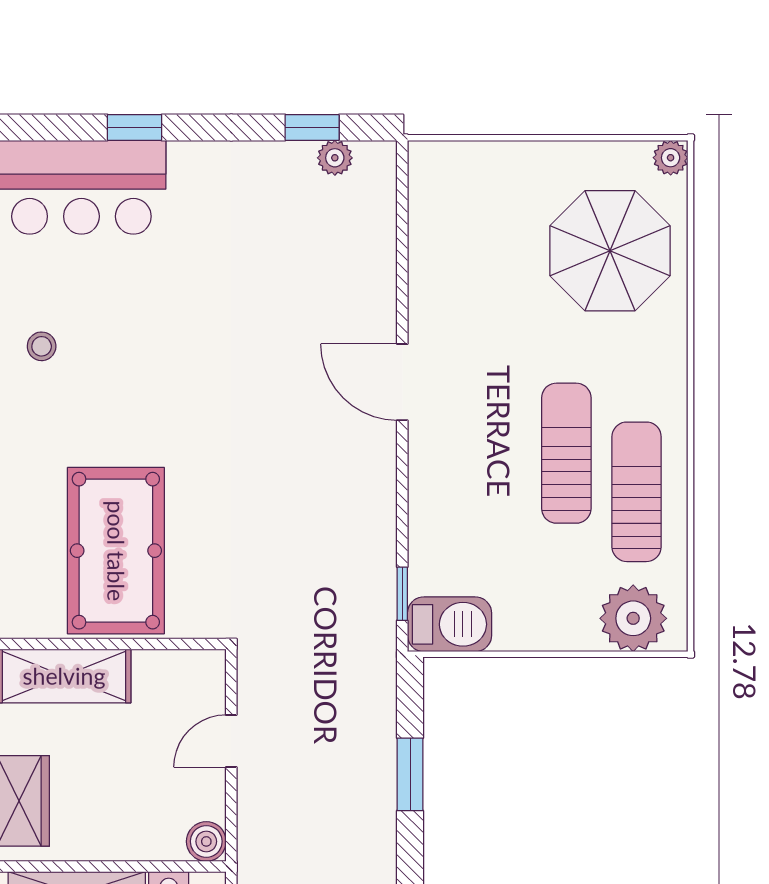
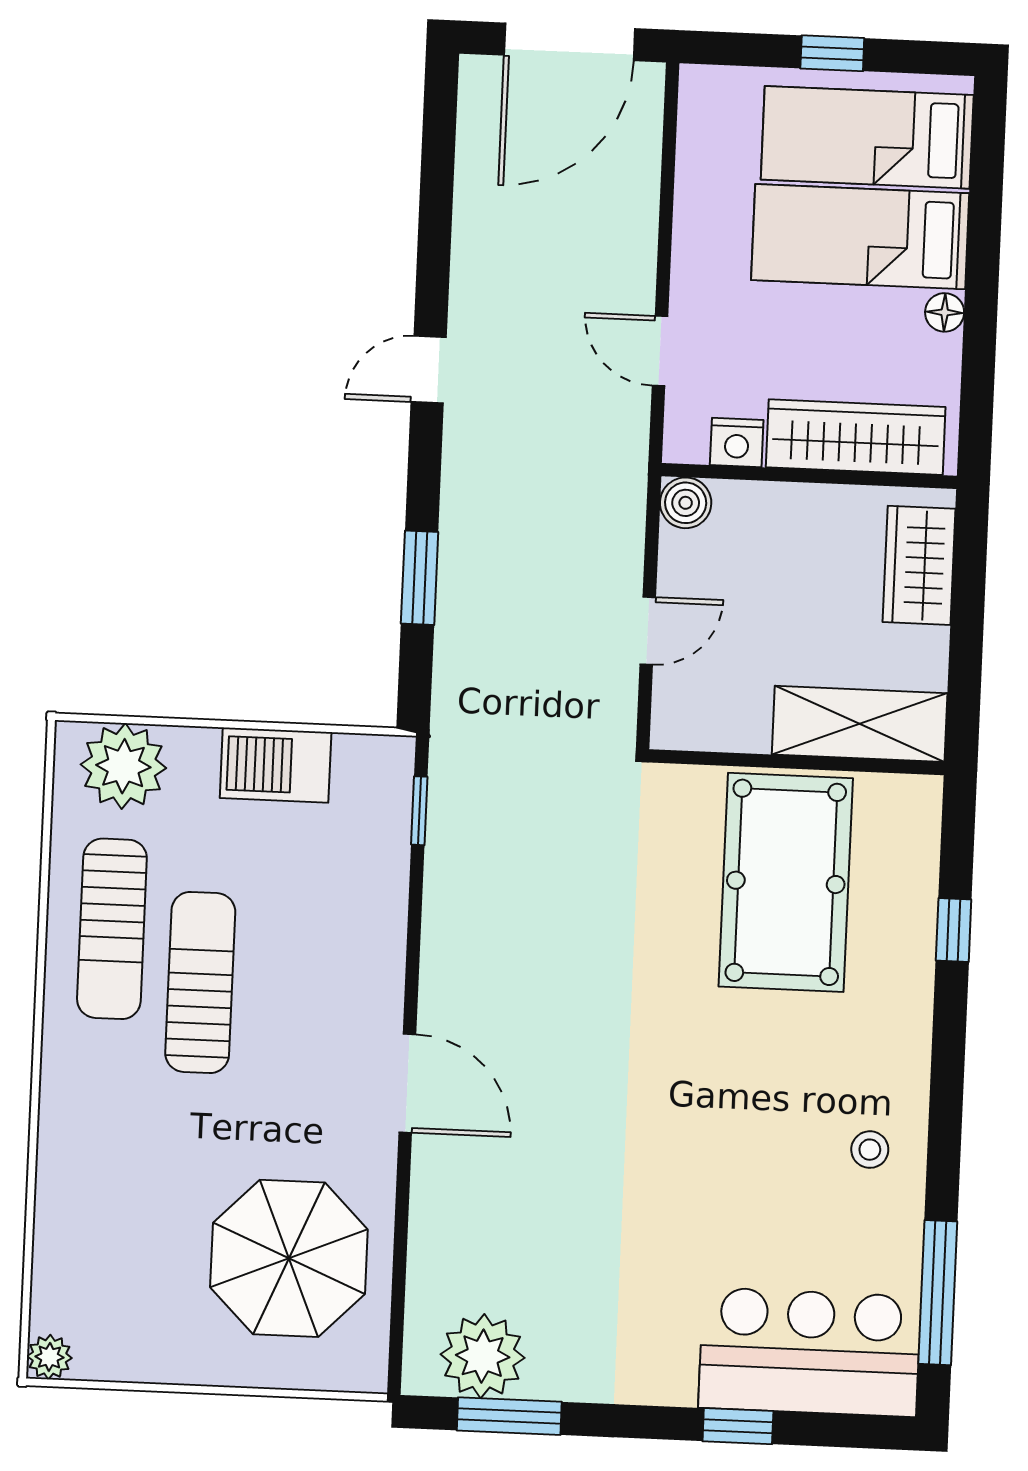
window: (312, 127) -> (509, 1416), width x1.50
plant: (335, 158) -> (483, 1356), width x1.87, depth x1.87
parasol: (610, 251) -> (289, 1258), moved
sun lounger: (566, 453) -> (200, 982), turned 180
barbecue: (450, 624) -> (276, 765), moved

